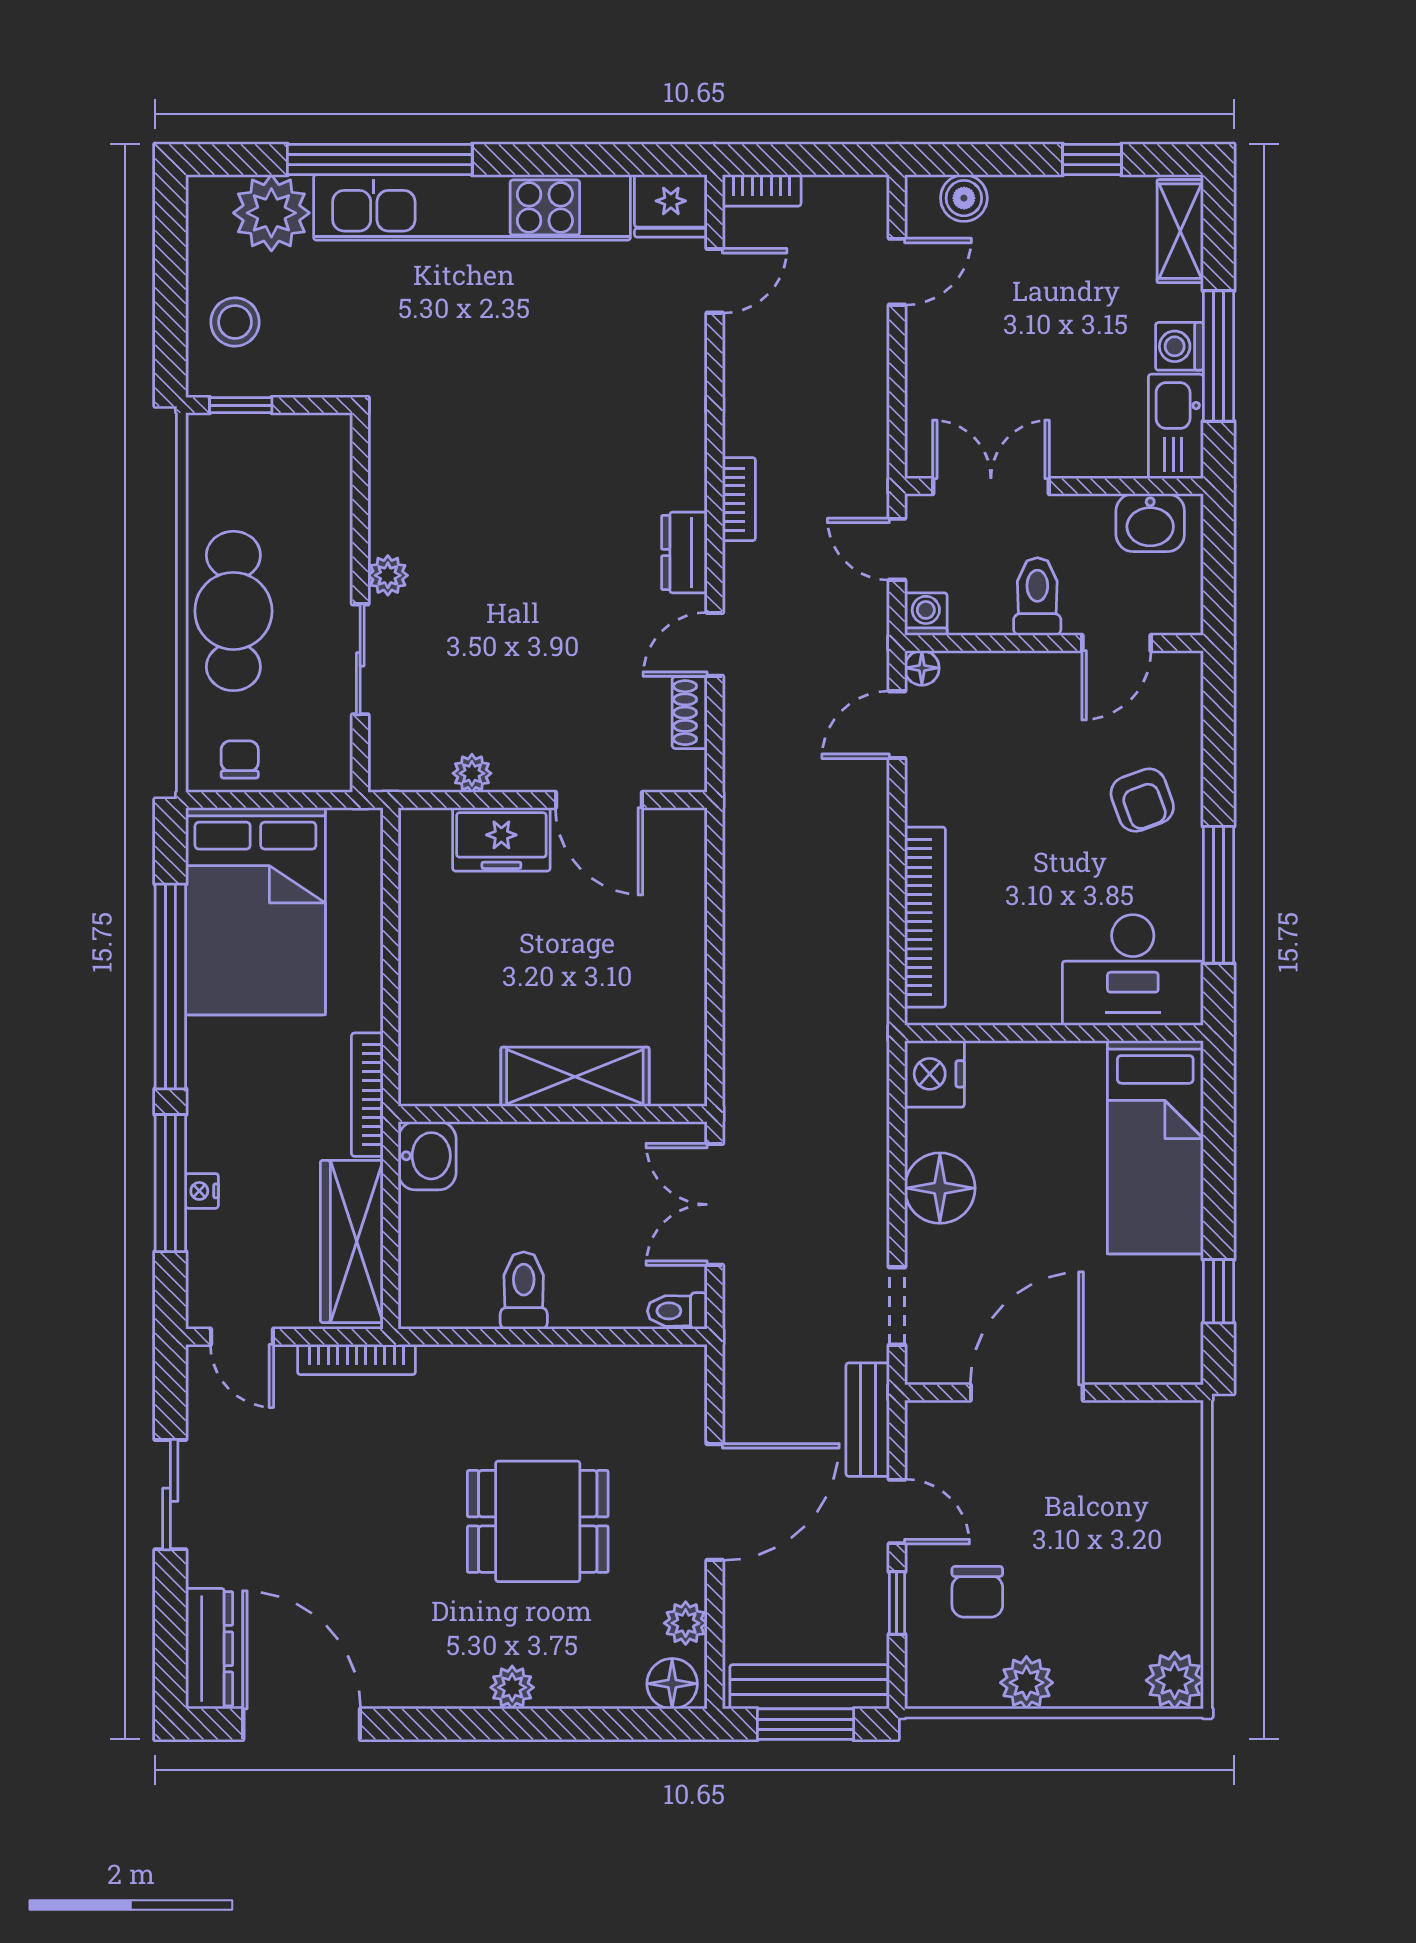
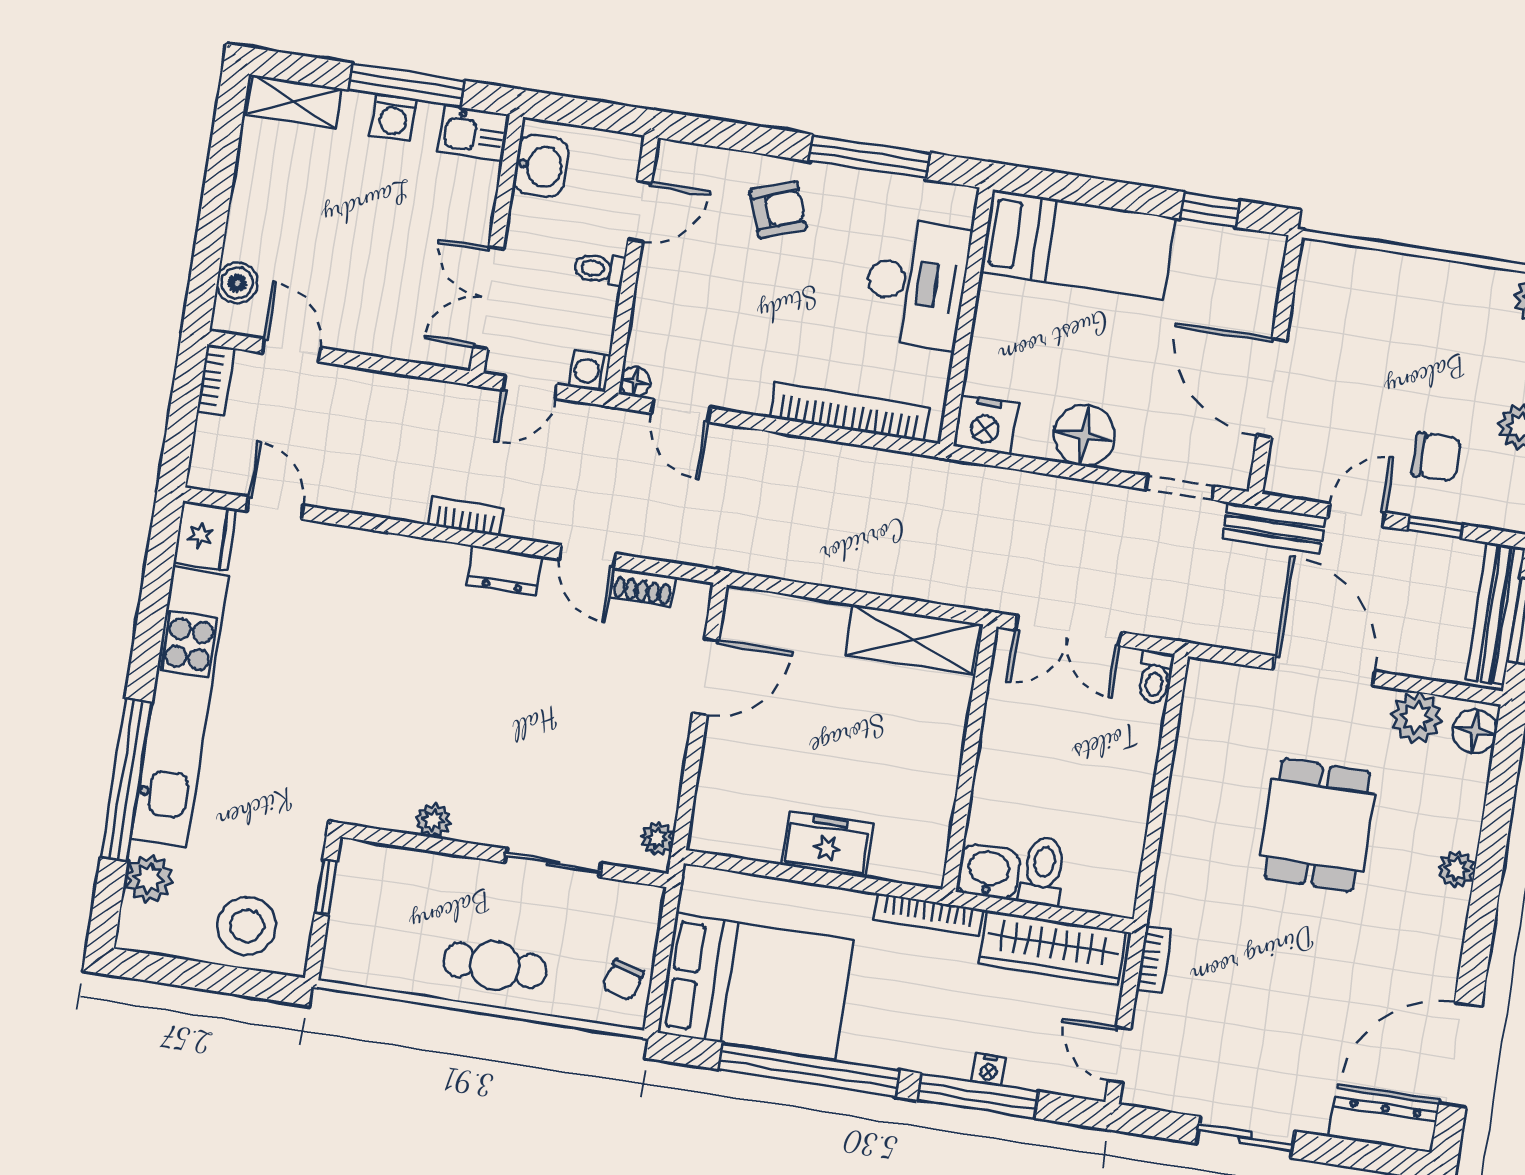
window: (1092, 160) -> (221, 168), removed
bookcase: (762, 190) -> (215, 380), moved
plant: (271, 213) -> (149, 879), width x0.73, depth x0.73
stool: (235, 322) -> (247, 926), width x1.38, depth x1.38
window: (241, 405) -> (326, 887), moved
kitchen sink: (1176, 426) -> (474, 133), width x0.73
plant: (388, 575) -> (433, 820), moved
toilet: (1037, 597) -> (599, 269), width x0.73, depth x0.72
cafe table: (233, 611) -> (495, 965), width x0.73, depth x0.74
door: (1116, 643) -> (640, 211), hinge flipped
chair: (240, 759) -> (623, 980), turned -74
plant: (472, 773) -> (657, 838), moved
freezer: (501, 839) -> (827, 844), moved, turned -90
desk: (1133, 970) -> (916, 283), moved
shelving: (575, 1077) -> (912, 640), moved, turned 90
toilet: (524, 1291) -> (1043, 871), moved, turned 90
door: (242, 1337) -> (1119, 1055), swing flipped
bookcase: (356, 1359) -> (1154, 959), width x0.64
plant: (686, 1623) -> (1416, 717), width x1.38, depth x1.38

